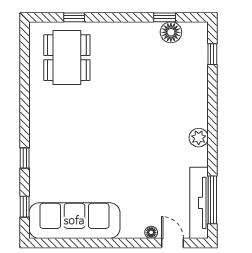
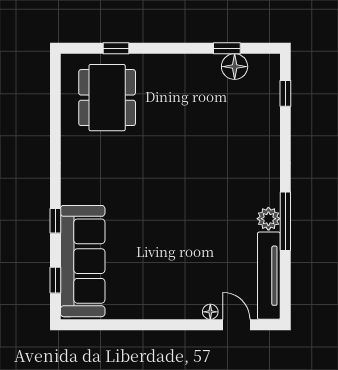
plant: (199, 138) -> (268, 219), moved
window: (212, 200) -> (285, 221), moved
sofa: (74, 221) -> (83, 261), moved, turned 90

